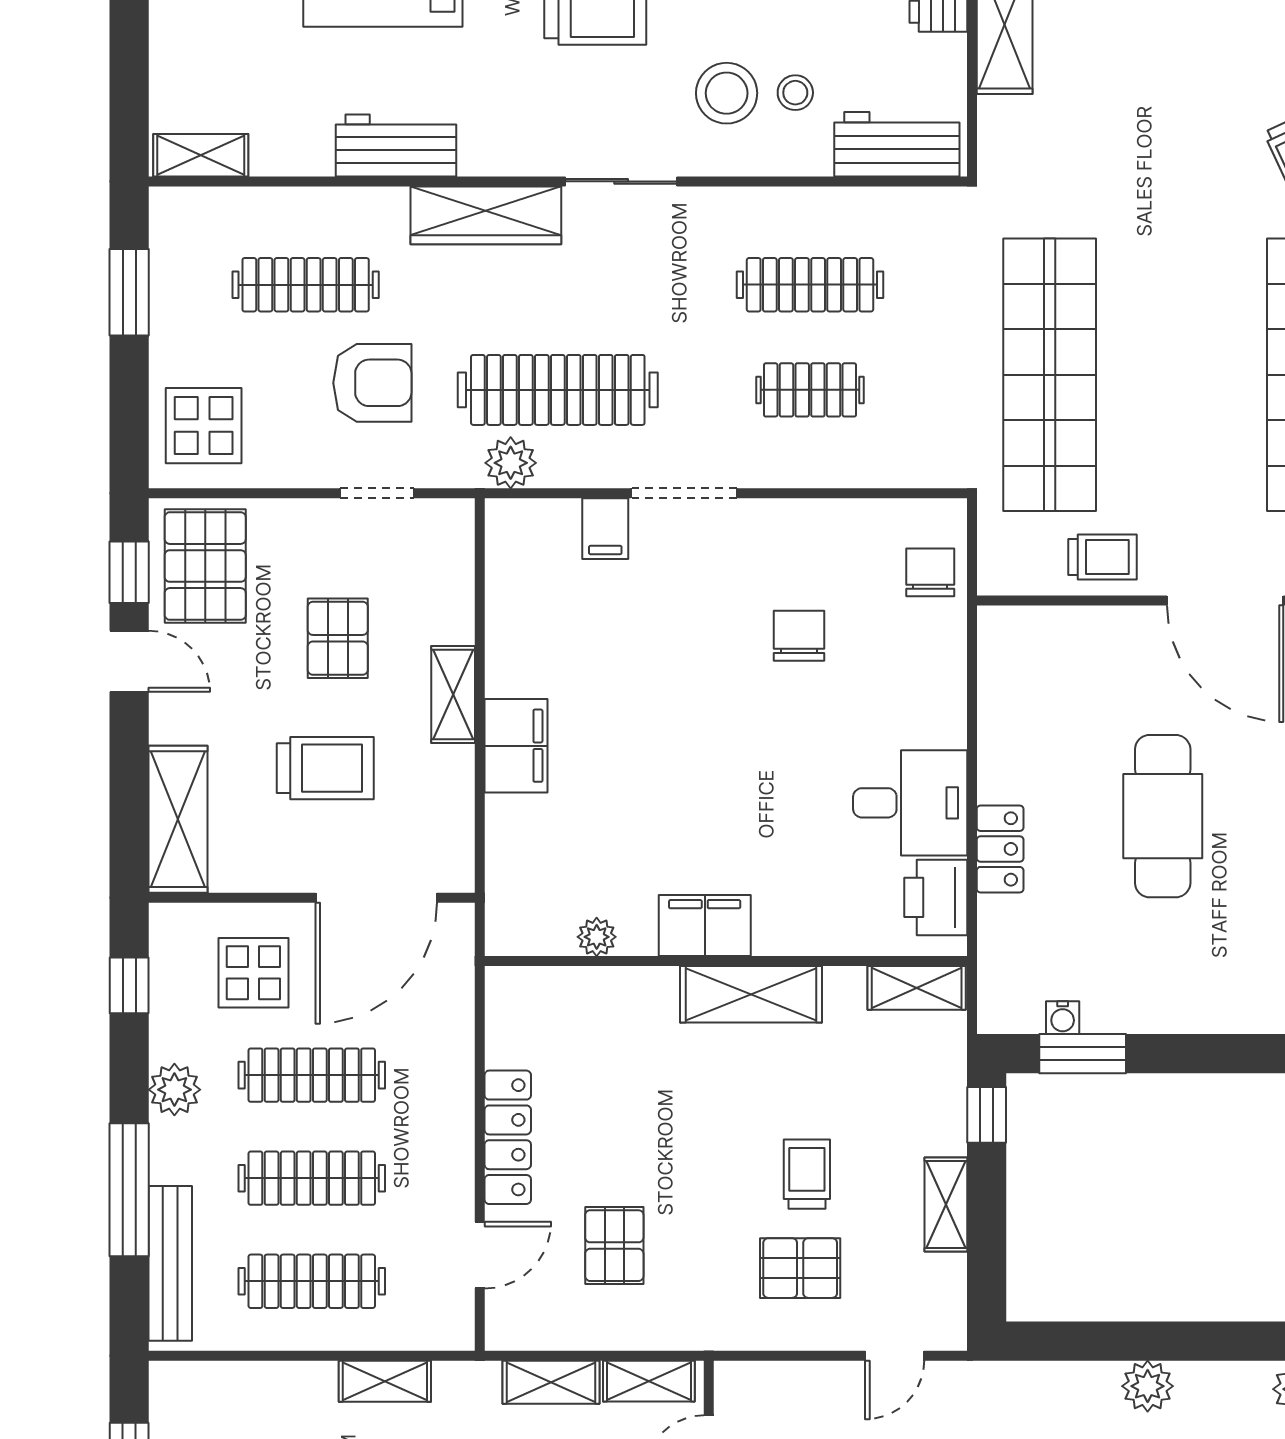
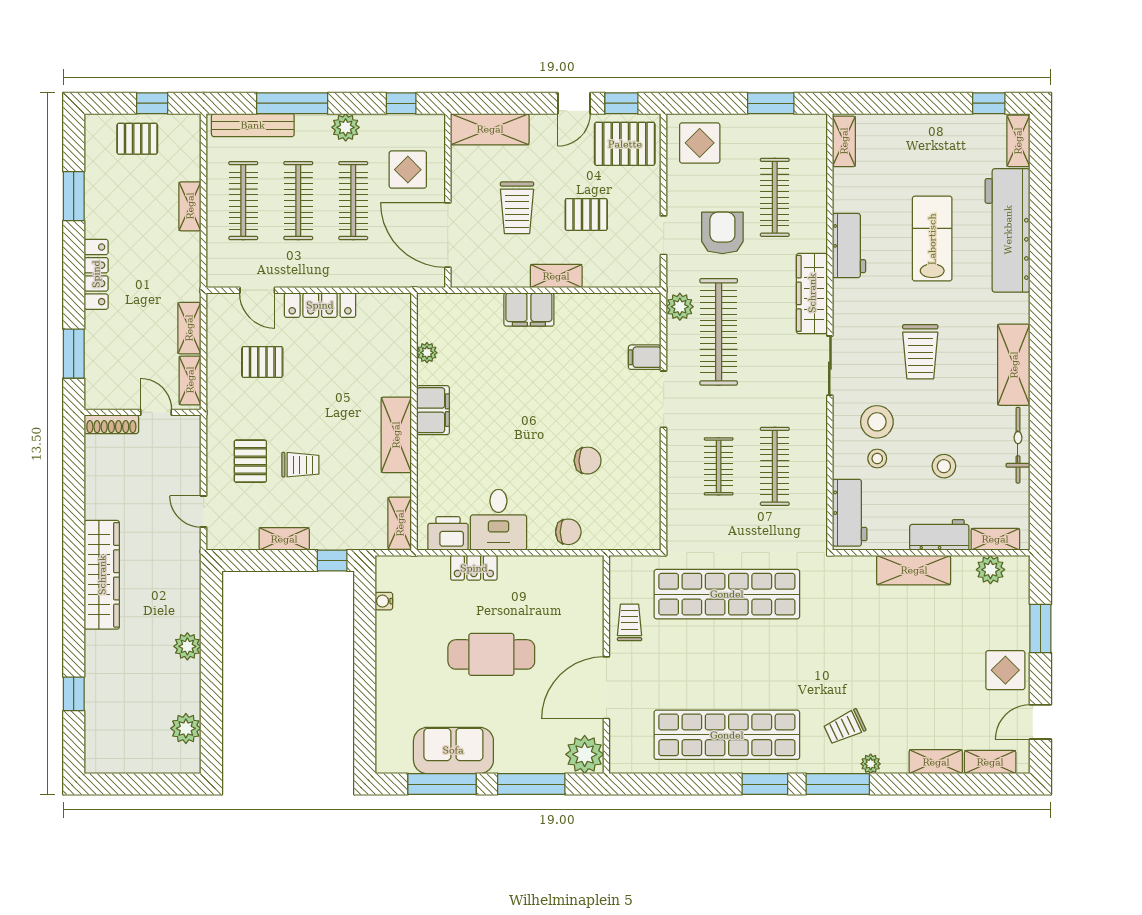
armchair: (372, 383) -> (722, 233), turned 180
trolley: (1103, 557) -> (630, 622), turned 180
chair: (930, 572) -> (568, 532), moved
window: (1083, 1054) -> (365, 612), removed
shelving: (385, 1381) -> (190, 206), moved

